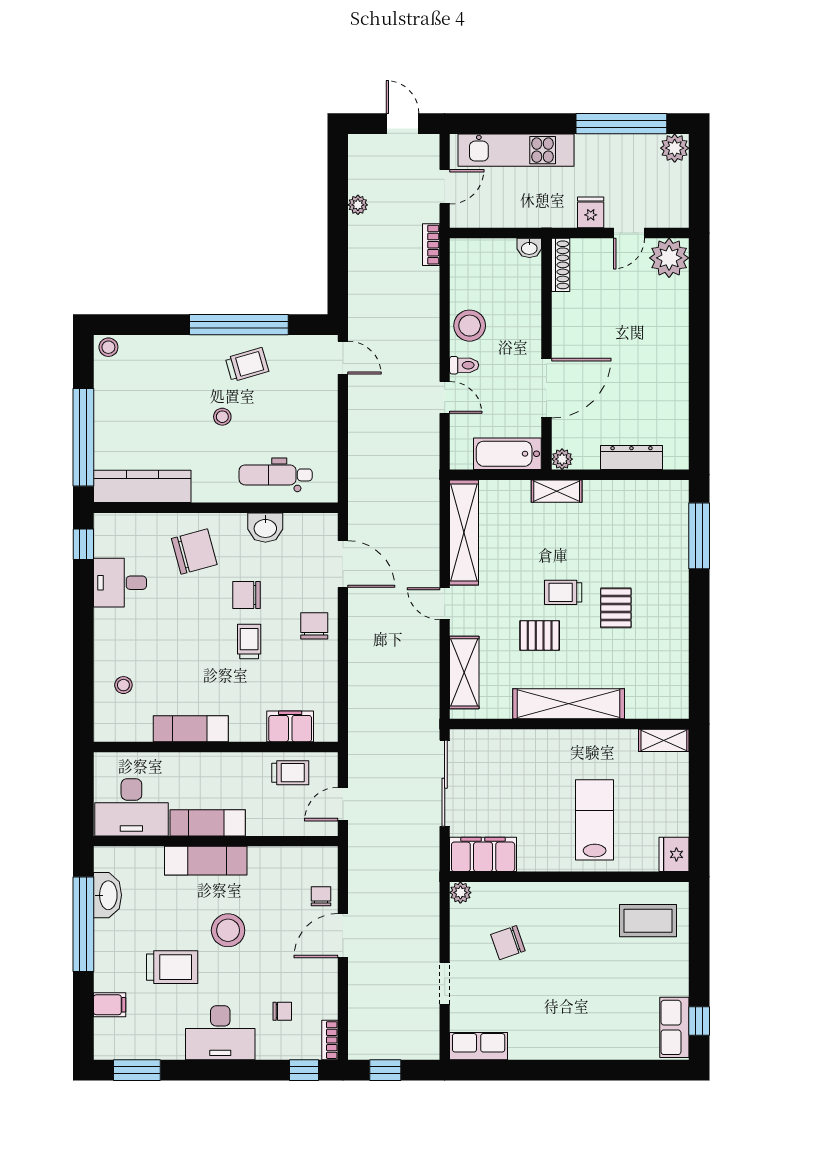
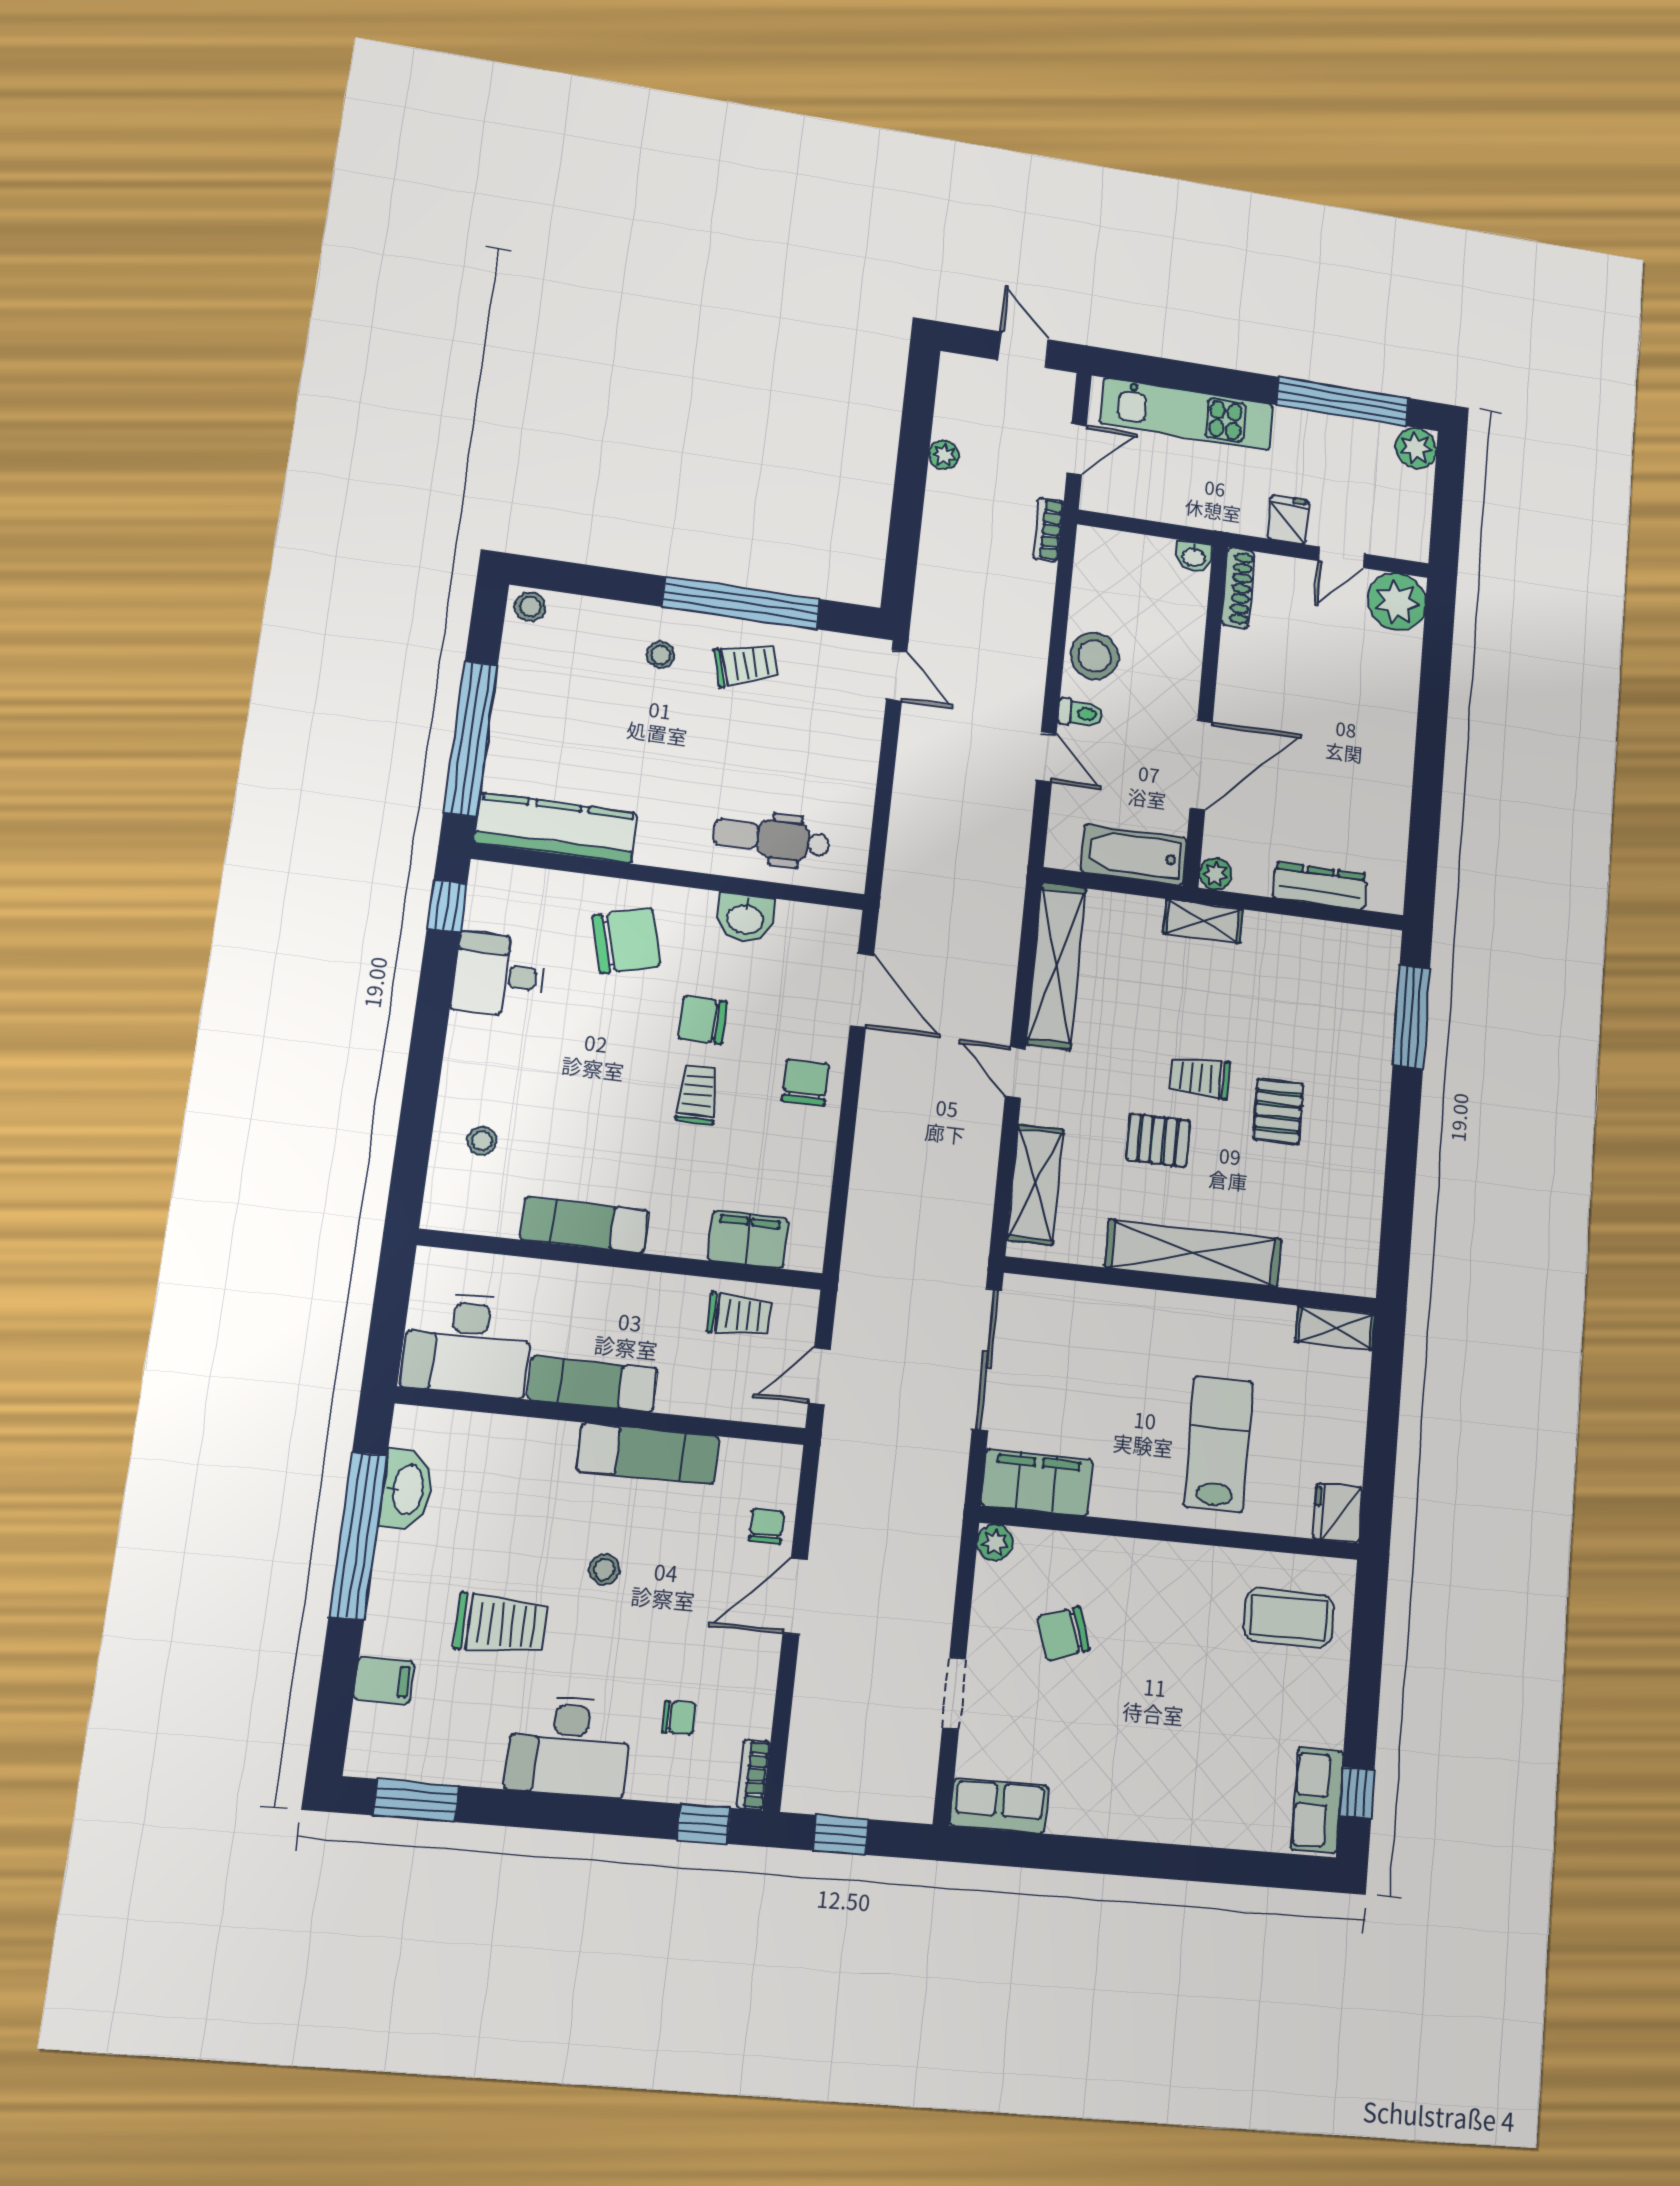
stool: (222, 417) -> (661, 655), moved
exam couch: (206, 861) -> (648, 1454), moved
stool: (228, 930) -> (604, 1569), width x0.53, depth x0.53

